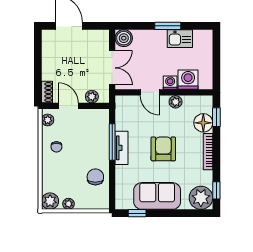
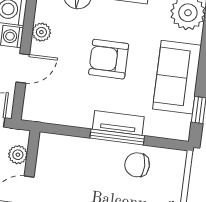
window: (112, 142) -> (117, 137), moved
tv unit: (122, 148) -> (118, 123), moved

